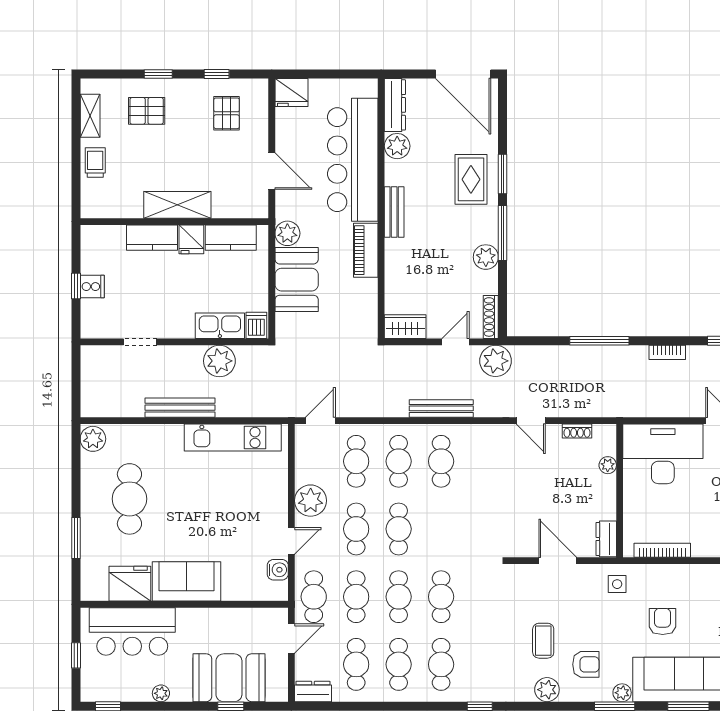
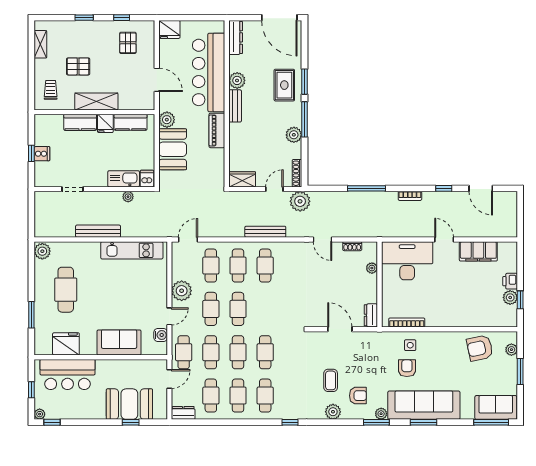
pallet: (147, 111) -> (78, 66), moved
plant: (397, 146) -> (237, 80), moved
trolley: (95, 163) -> (51, 90), moved
plant: (219, 361) -> (128, 197), width x0.53, depth x0.53
sofa: (186, 581) -> (119, 342), moved
side table: (617, 584) -> (410, 345), moved
plant: (161, 693) -> (40, 414), moved

